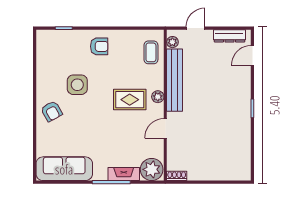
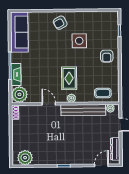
door: (252, 55) -> (101, 165), hinge flipped
plant: (240, 162) -> (25, 158), added

